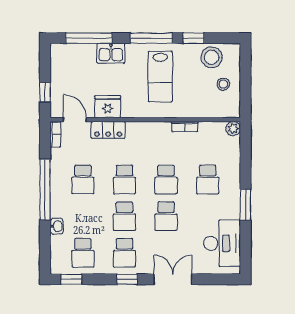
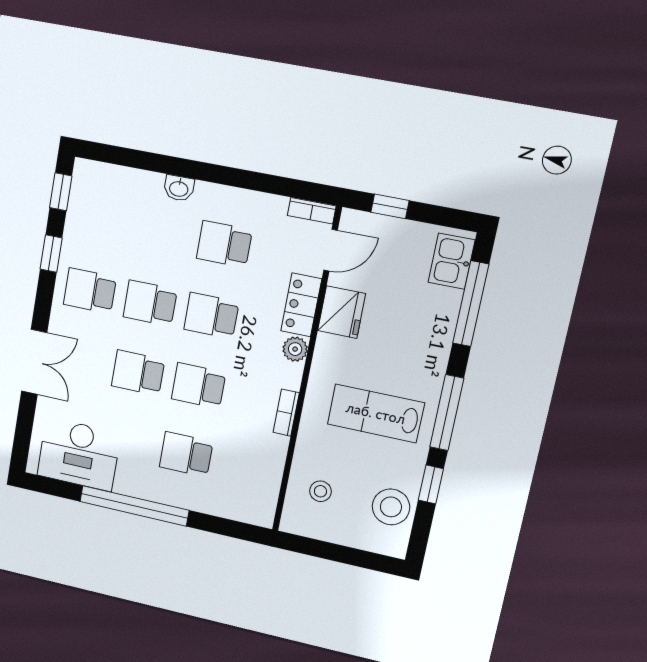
kitchen sink: (111, 53) -> (451, 261), moved
stool: (223, 84) -> (320, 491), moved
bookcase: (185, 127) -> (286, 413), moved
plant: (233, 129) -> (295, 349), moved
window: (45, 190) -> (219, 174), removed
window: (245, 205) -> (134, 506), width x2.11
washbasin: (57, 226) -> (179, 188), moved
school desk: (83, 253) -> (101, 220), removed
window: (127, 279) -> (51, 254), moved

